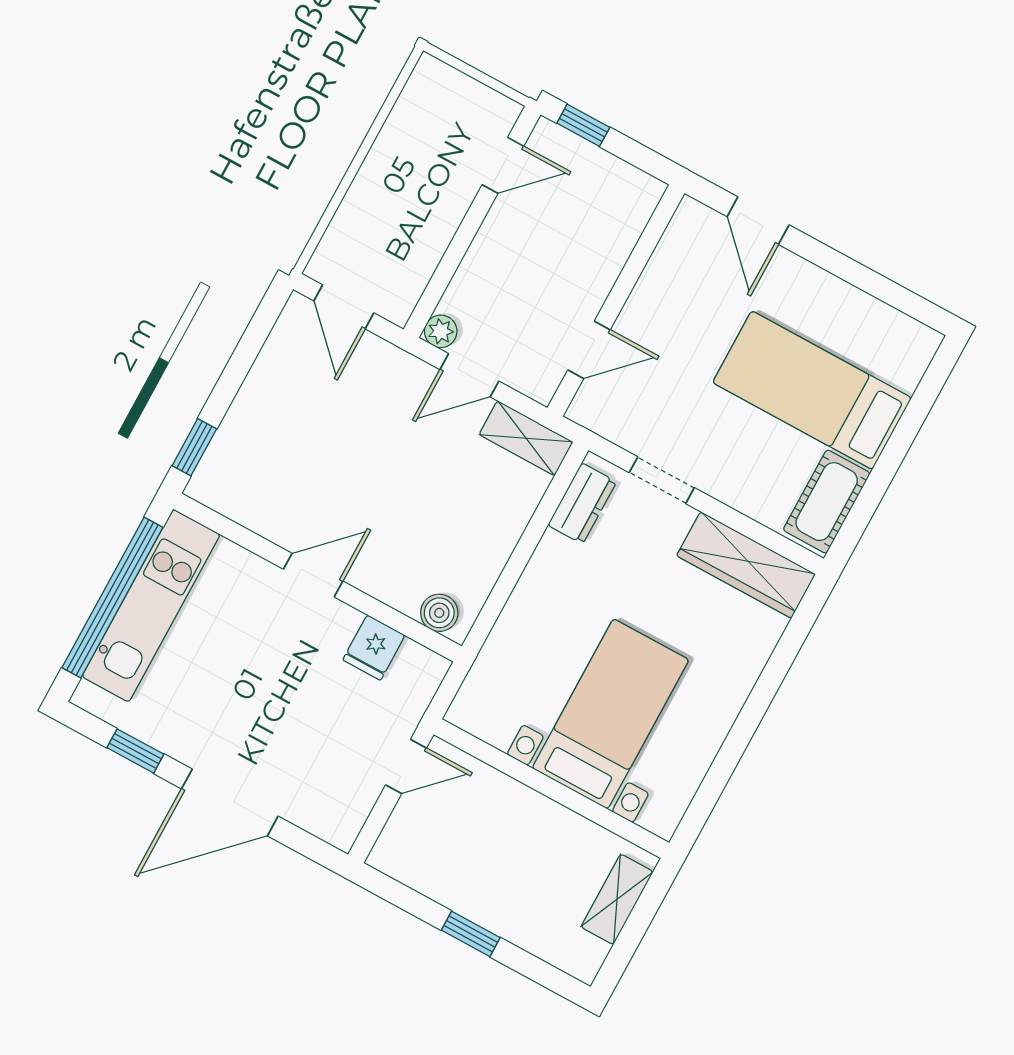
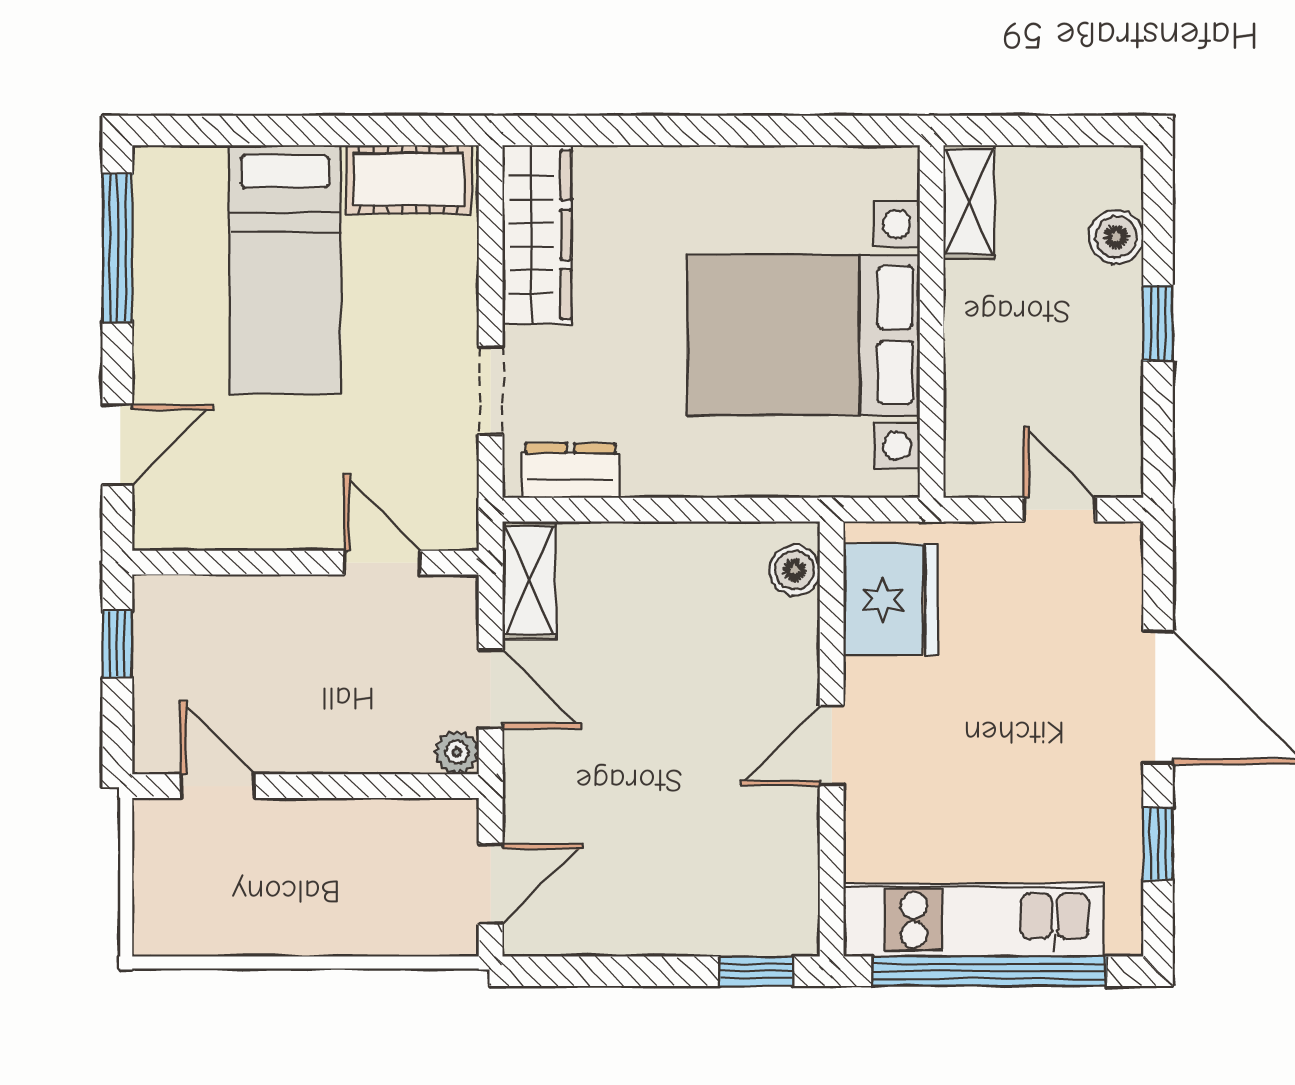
window: (583, 125) -> (117, 644), moved
window: (885, 290) -> (117, 248), added
door: (313, 575) -> (832, 746), hinge flipped
fridge: (374, 648) -> (891, 600), width x1.88, depth x1.34
bed with nightstands: (611, 714) -> (804, 335), width x1.36
door: (406, 766) -> (1060, 510), moved
shelving: (617, 899) -> (969, 202), moved, turned 90
boiler: (541, 937) -> (1116, 237), added

